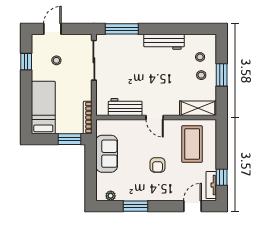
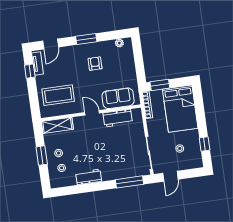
door: (52, 29) -> (170, 176), moved
workbench: (164, 42) -> (89, 177), width x0.73
bed: (43, 108) -> (180, 109), width x1.50
coffee table: (192, 144) -> (58, 95), turned 90
sofa: (107, 154) -> (118, 98), moved, turned 90
armchair: (158, 165) -> (95, 64), moved
window: (136, 206) -> (86, 39), moved

